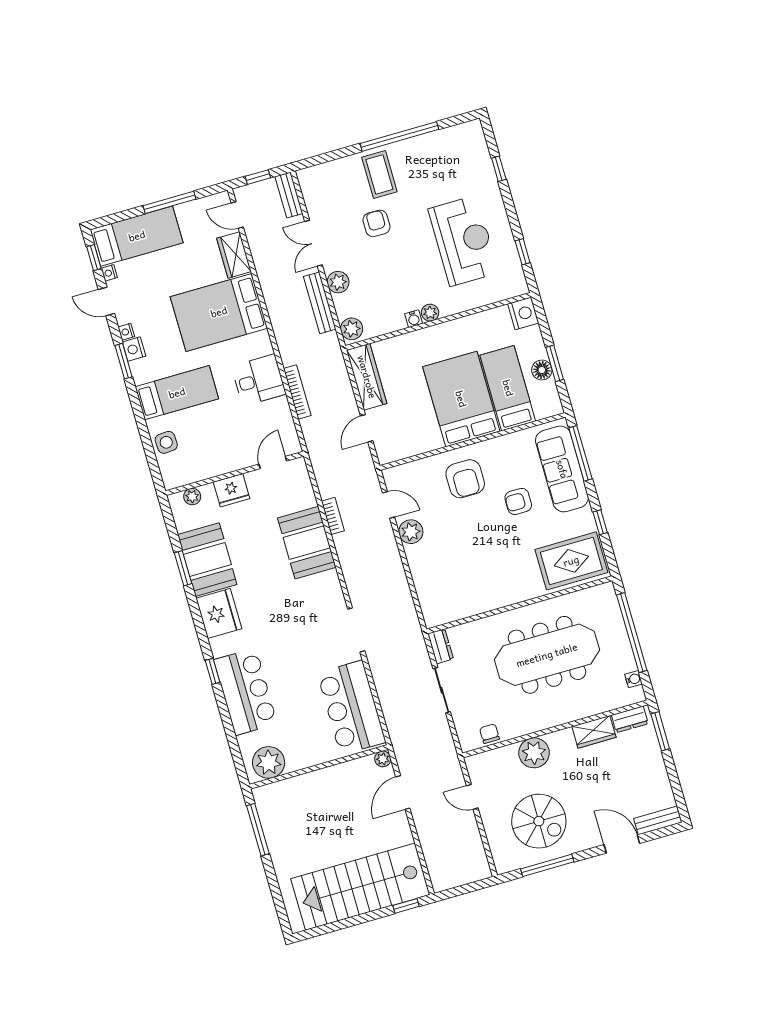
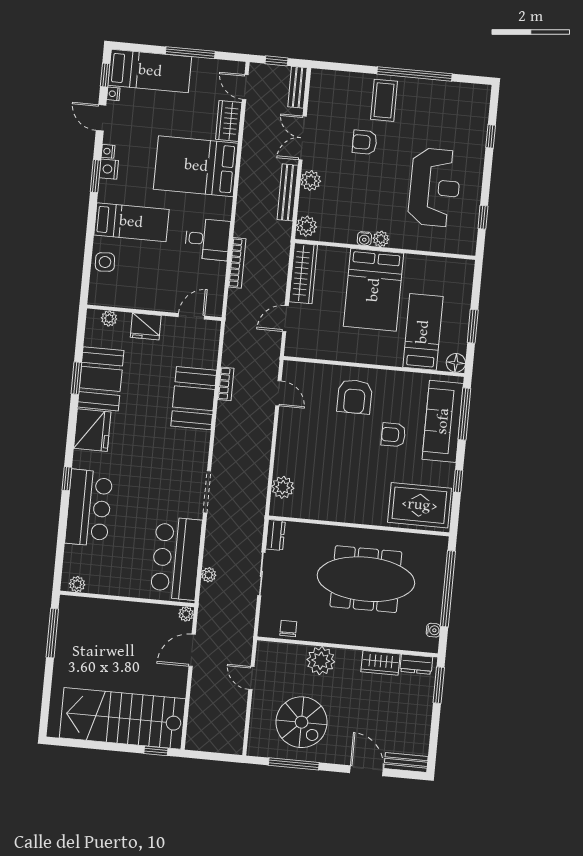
armchair: (376, 223) -> (365, 142), turned -90
nightstand: (523, 313) -> (462, 272), removed
floor lamp: (542, 370) -> (456, 363), moved
bed: (461, 399) -> (374, 290), moved, turned 180
plant: (411, 532) -> (283, 487), moved
plant: (390, 711) -> (209, 575), added
plant: (269, 762) -> (77, 584), width x0.53, depth x0.53

